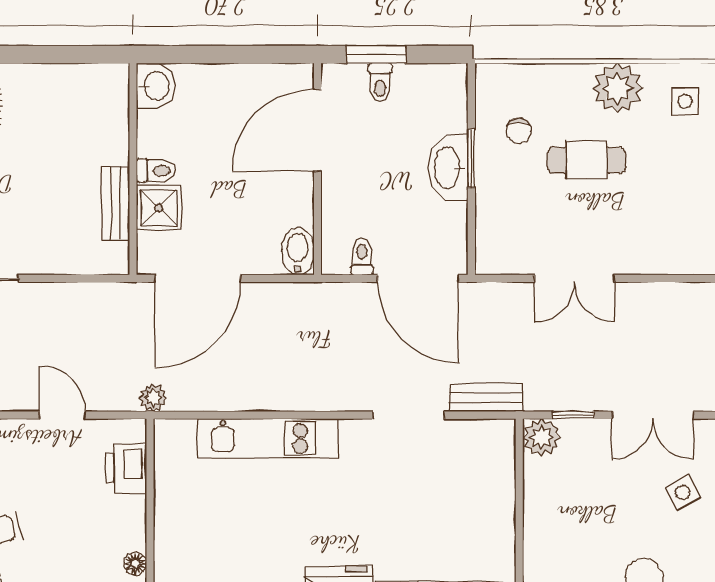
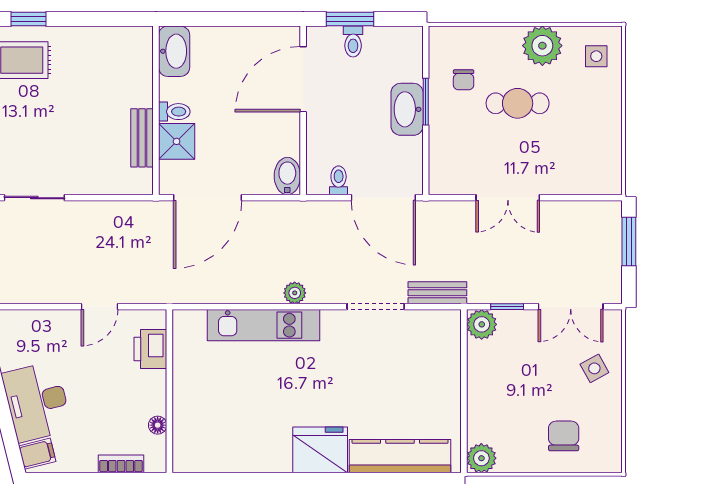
washbasin: (156, 86) -> (174, 51), width x1.38
plant: (153, 398) -> (295, 293), moved
door: (62, 415) -> (100, 307), swing flipped

